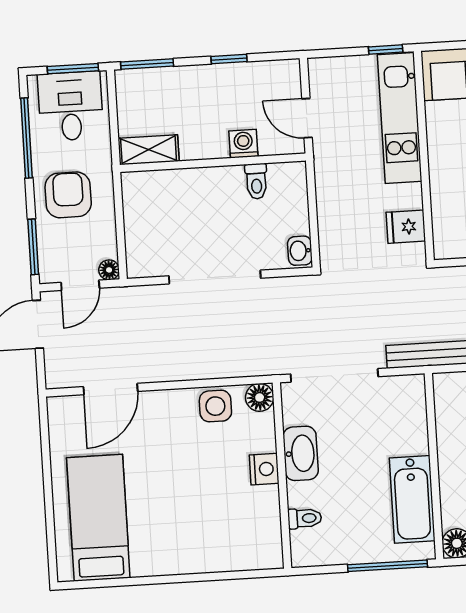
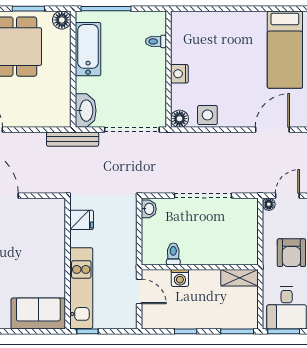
washbasin: (301, 453) -> (86, 111), moved, turned 180

